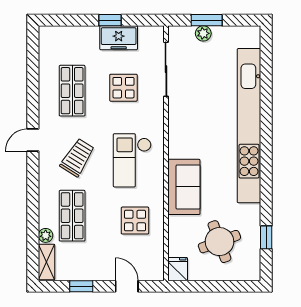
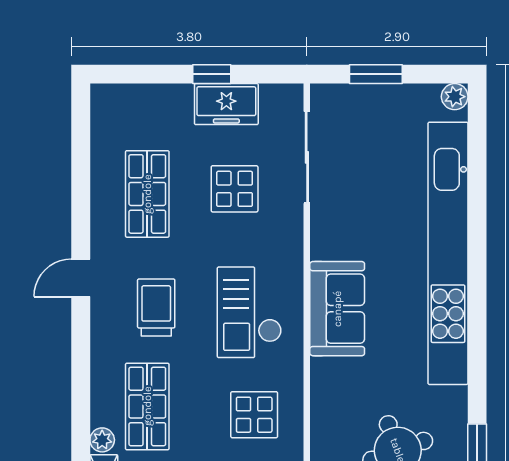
plant: (203, 33) -> (455, 97), moved
trolley: (77, 157) -> (156, 307), turned -32
sofa: (184, 187) -> (337, 309), moved

